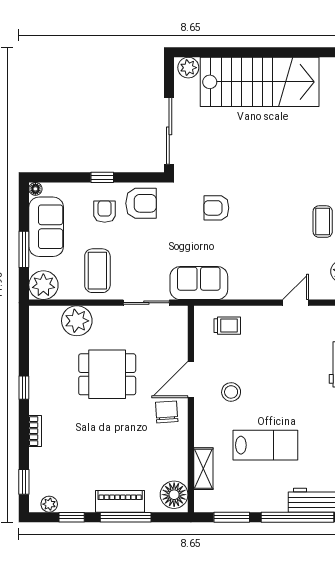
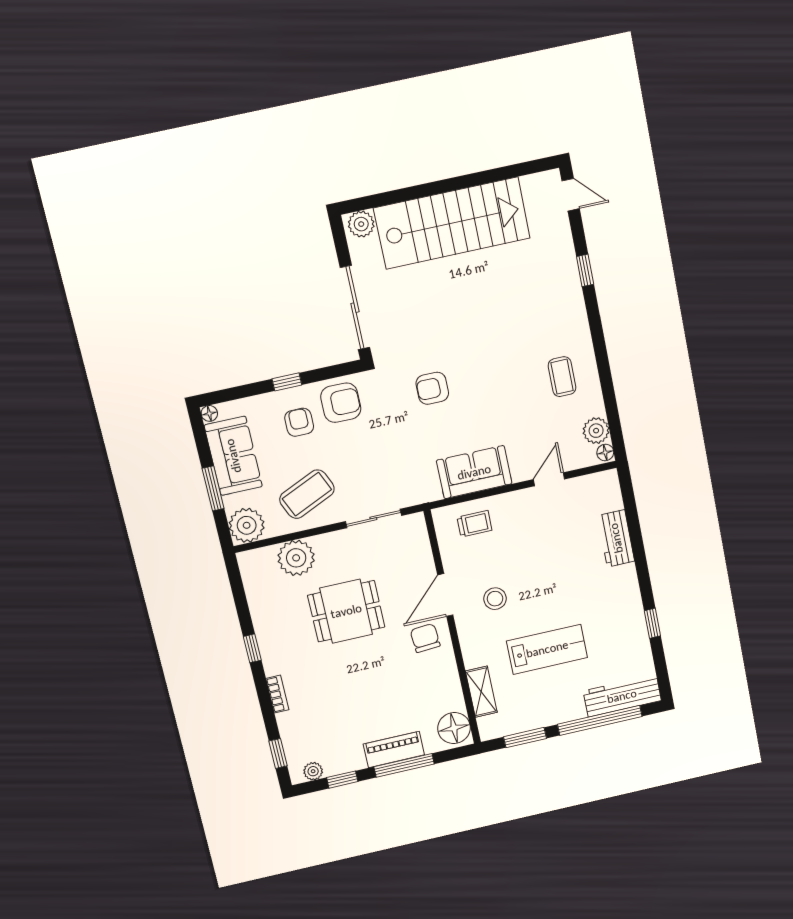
coffee table: (97, 271) -> (307, 494), turned 66
sofa: (199, 283) -> (474, 472), moved

